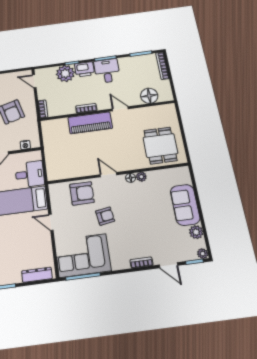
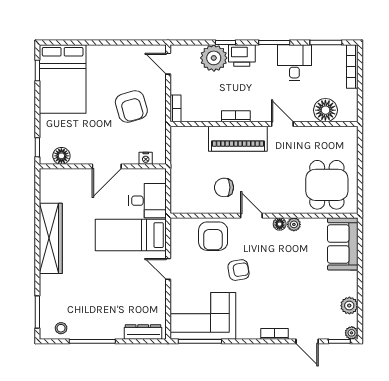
desk: (107, 71) -> (294, 63), moved
chair: (85, 157) -> (224, 187), added
armchair: (82, 193) -> (213, 236), turned 90
sofa: (185, 205) -> (343, 244), moved

